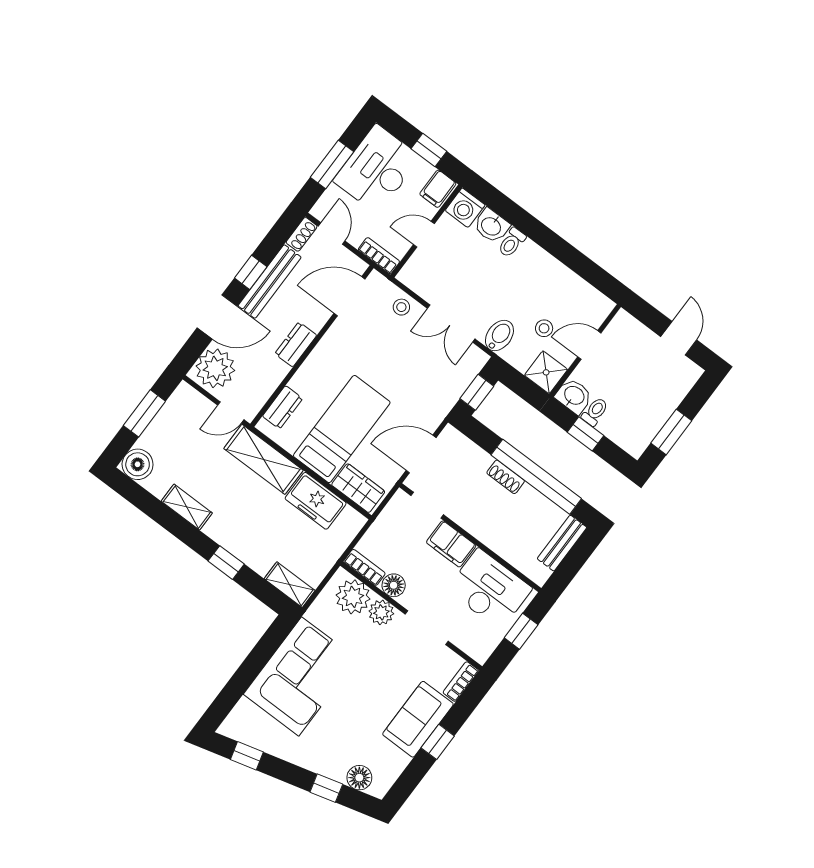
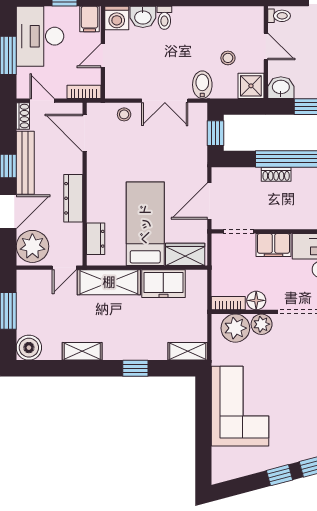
door: (349, 296) -> (85, 133), hinge flipped
dresser: (296, 344) -> (73, 198), width x1.44
door: (589, 345) -> (266, 47), swing flipped
toilet: (595, 412) -> (279, 16), moved, turned 90
window: (247, 756) -> (279, 475), moved

